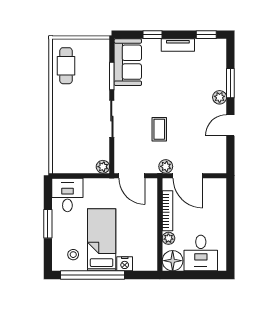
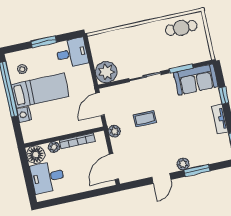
door: (230, 125) -> (161, 178), swing flipped
plant: (103, 167) -> (106, 72), width x1.87, depth x1.87
door: (188, 176) -> (114, 167), moved

